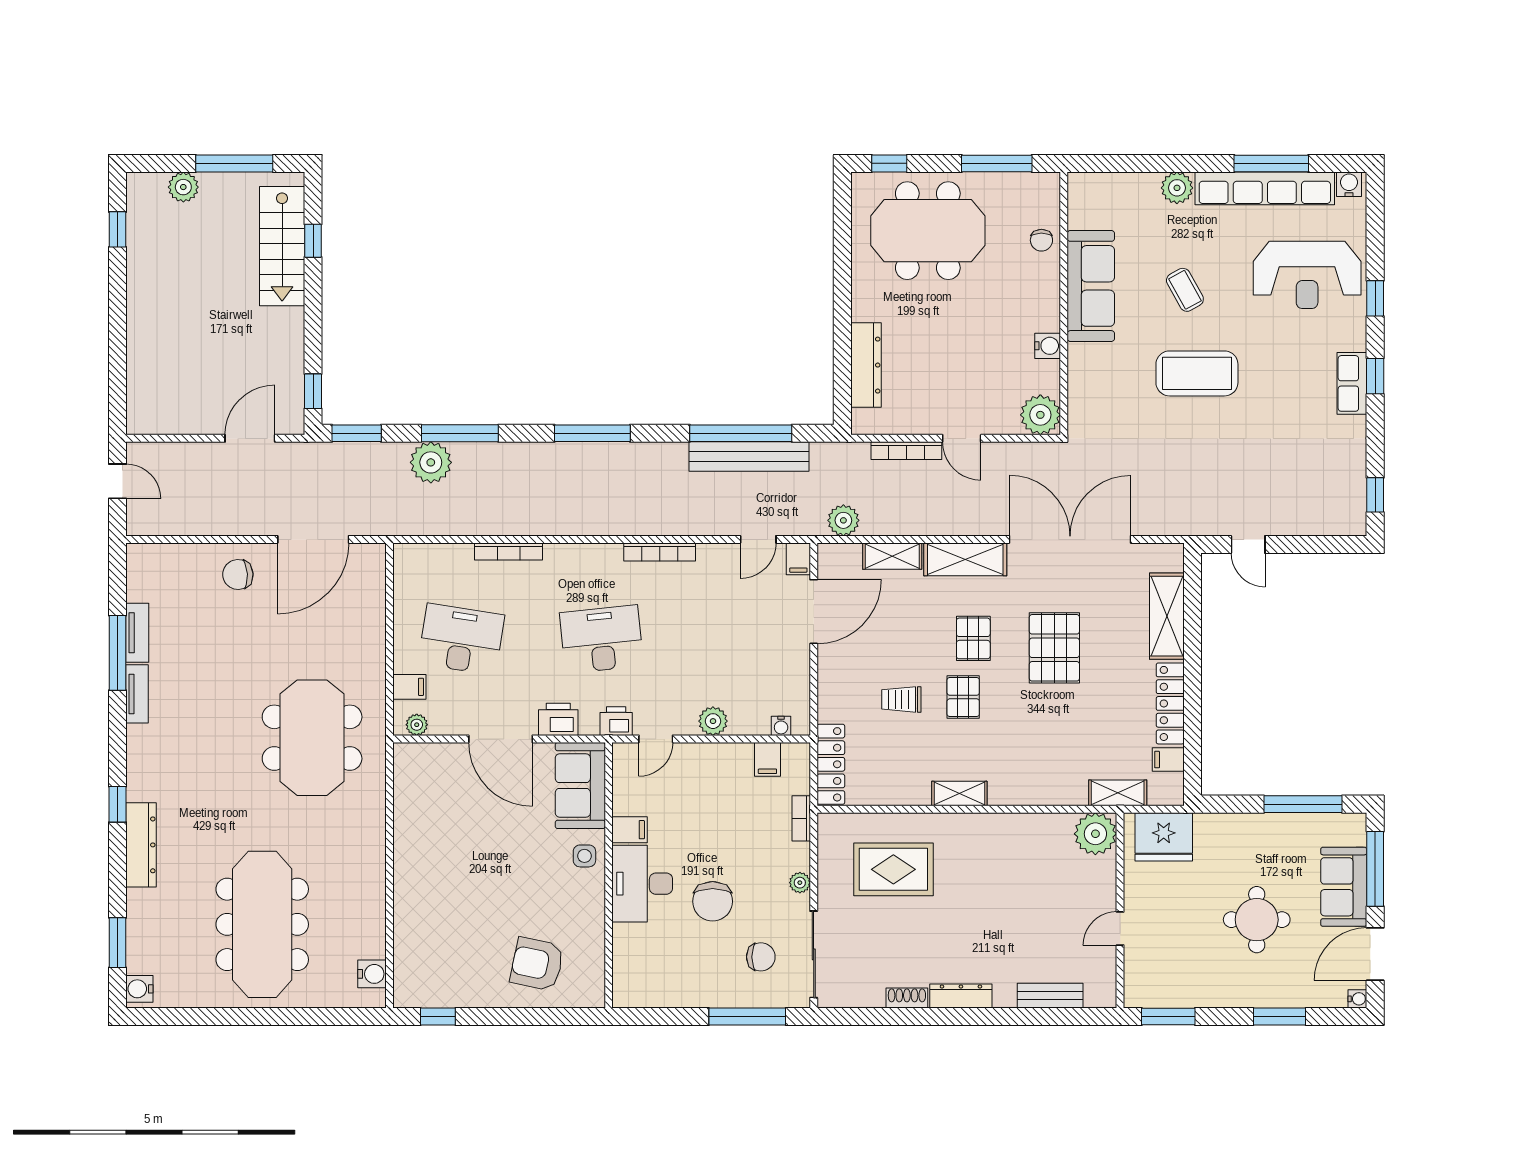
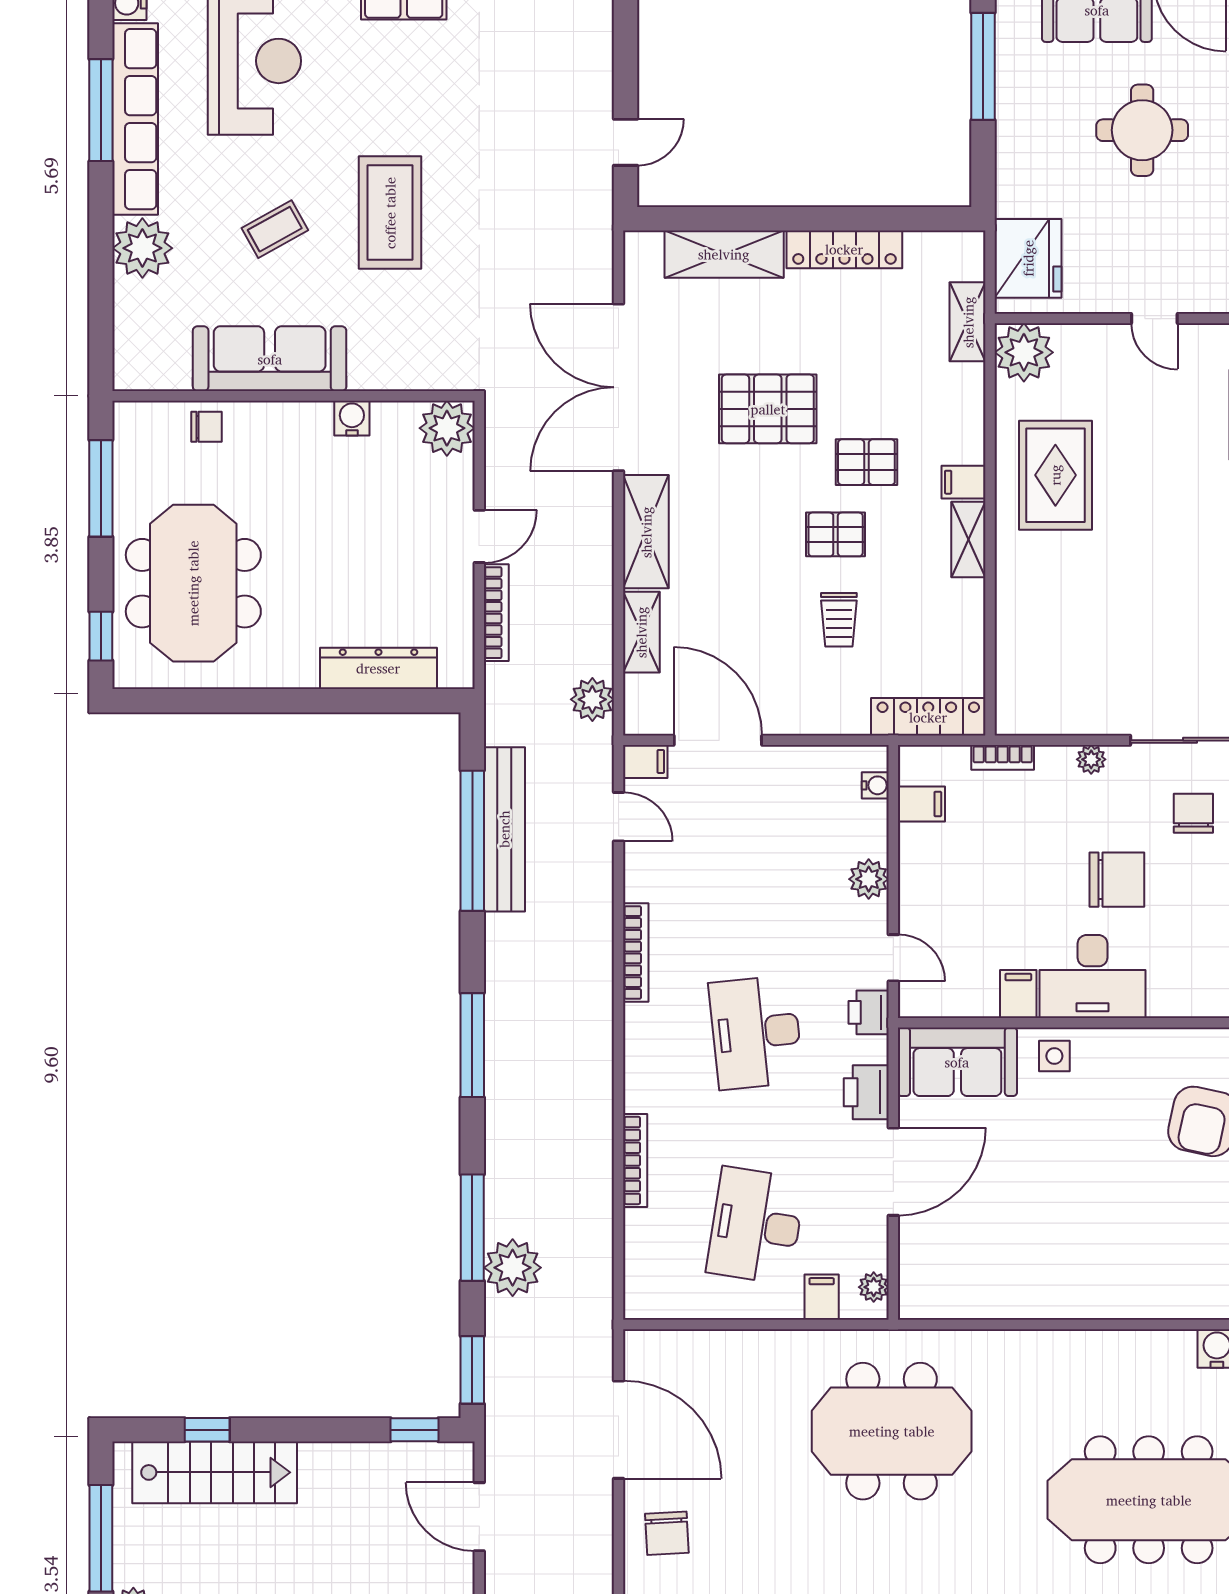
plant: (1177, 188) -> (142, 248), width x1.36, depth x1.36
pallet: (973, 638) -> (866, 462), moved
filing cabinet: (1168, 760) -> (963, 482), moved, turned 90
rug: (893, 869) -> (1055, 475), moved

